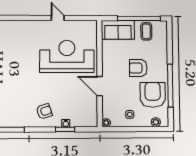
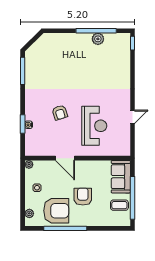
reception desk: (67, 56) -> (94, 126), width x0.74, depth x0.77
door: (100, 86) -> (65, 158), swing flipped
armchair: (44, 111) -> (60, 113), moved

